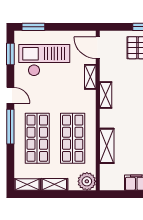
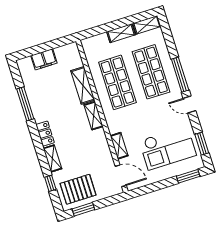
shelving: (106, 95) -> (94, 116), moved
plant: (87, 181) -> (91, 46), removed

